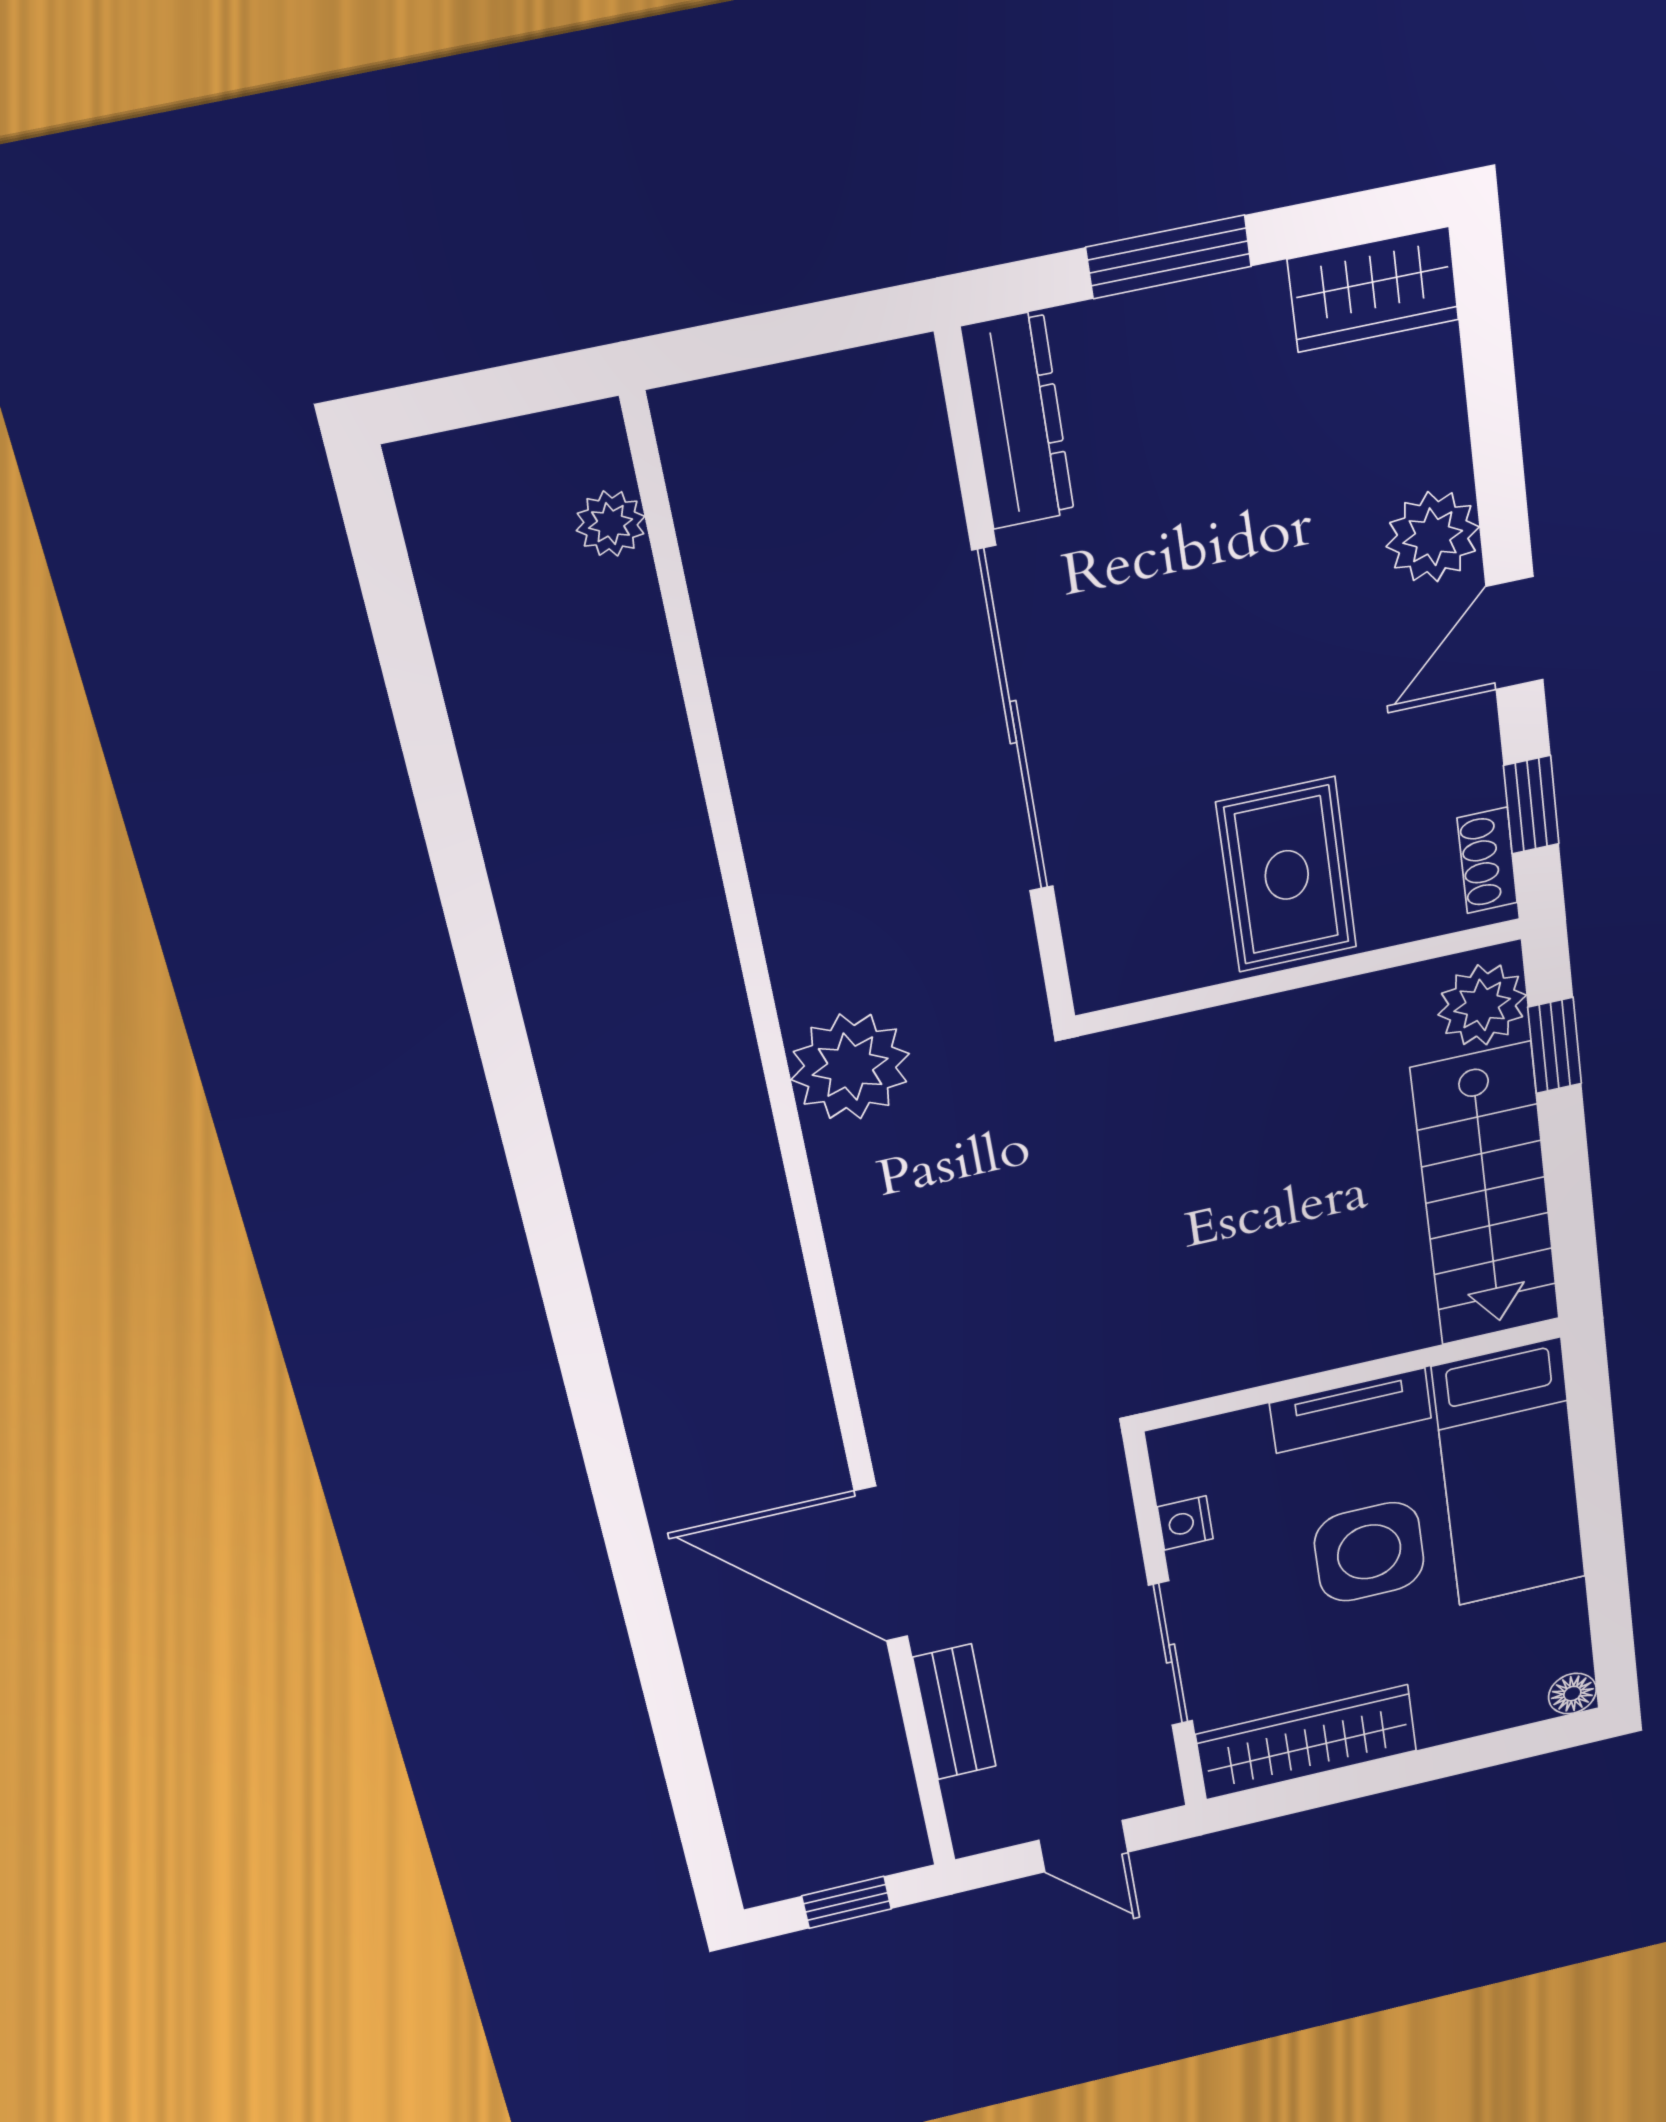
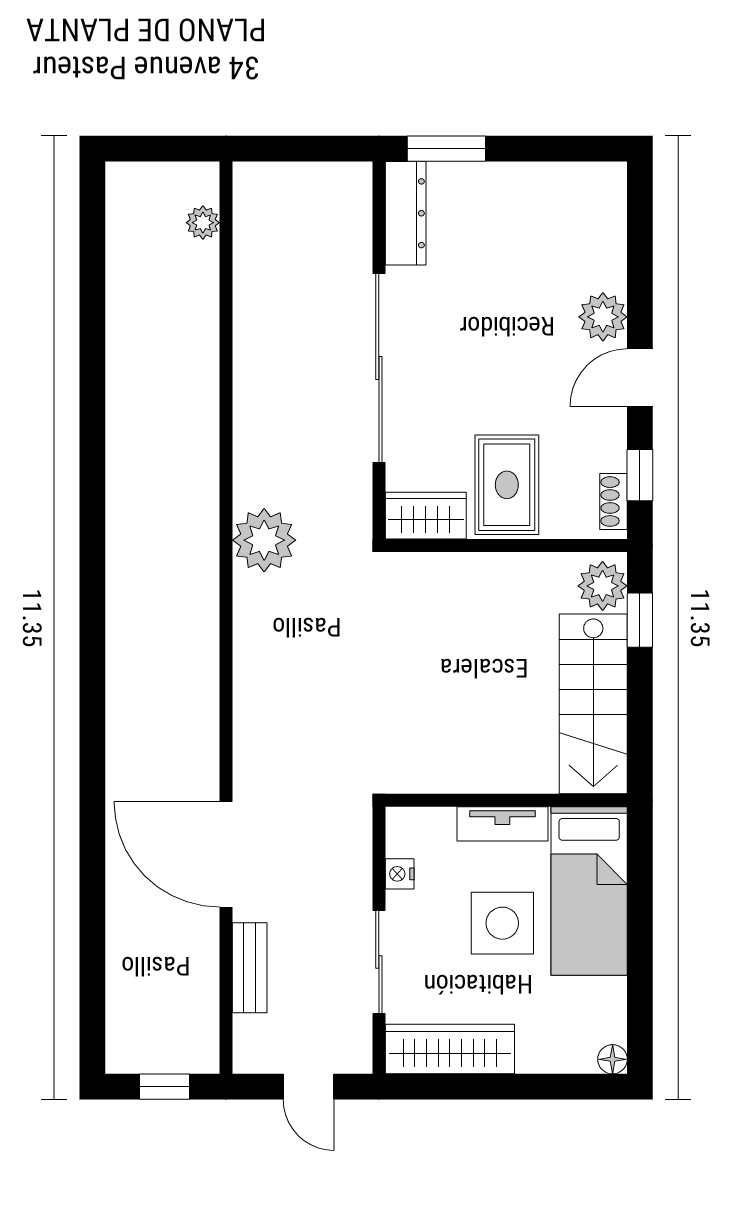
window: (1169, 257) -> (446, 149), moved
wardrobe: (1373, 290) -> (426, 516), moved, turned 180

